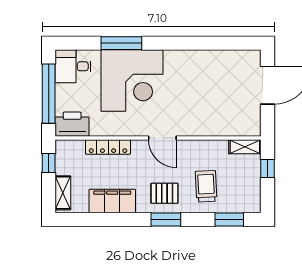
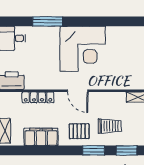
corner desk: (132, 81) -> (82, 49), moved
trolley: (206, 186) -> (110, 126), turned 93
window: (166, 220) -> (94, 150), moved

